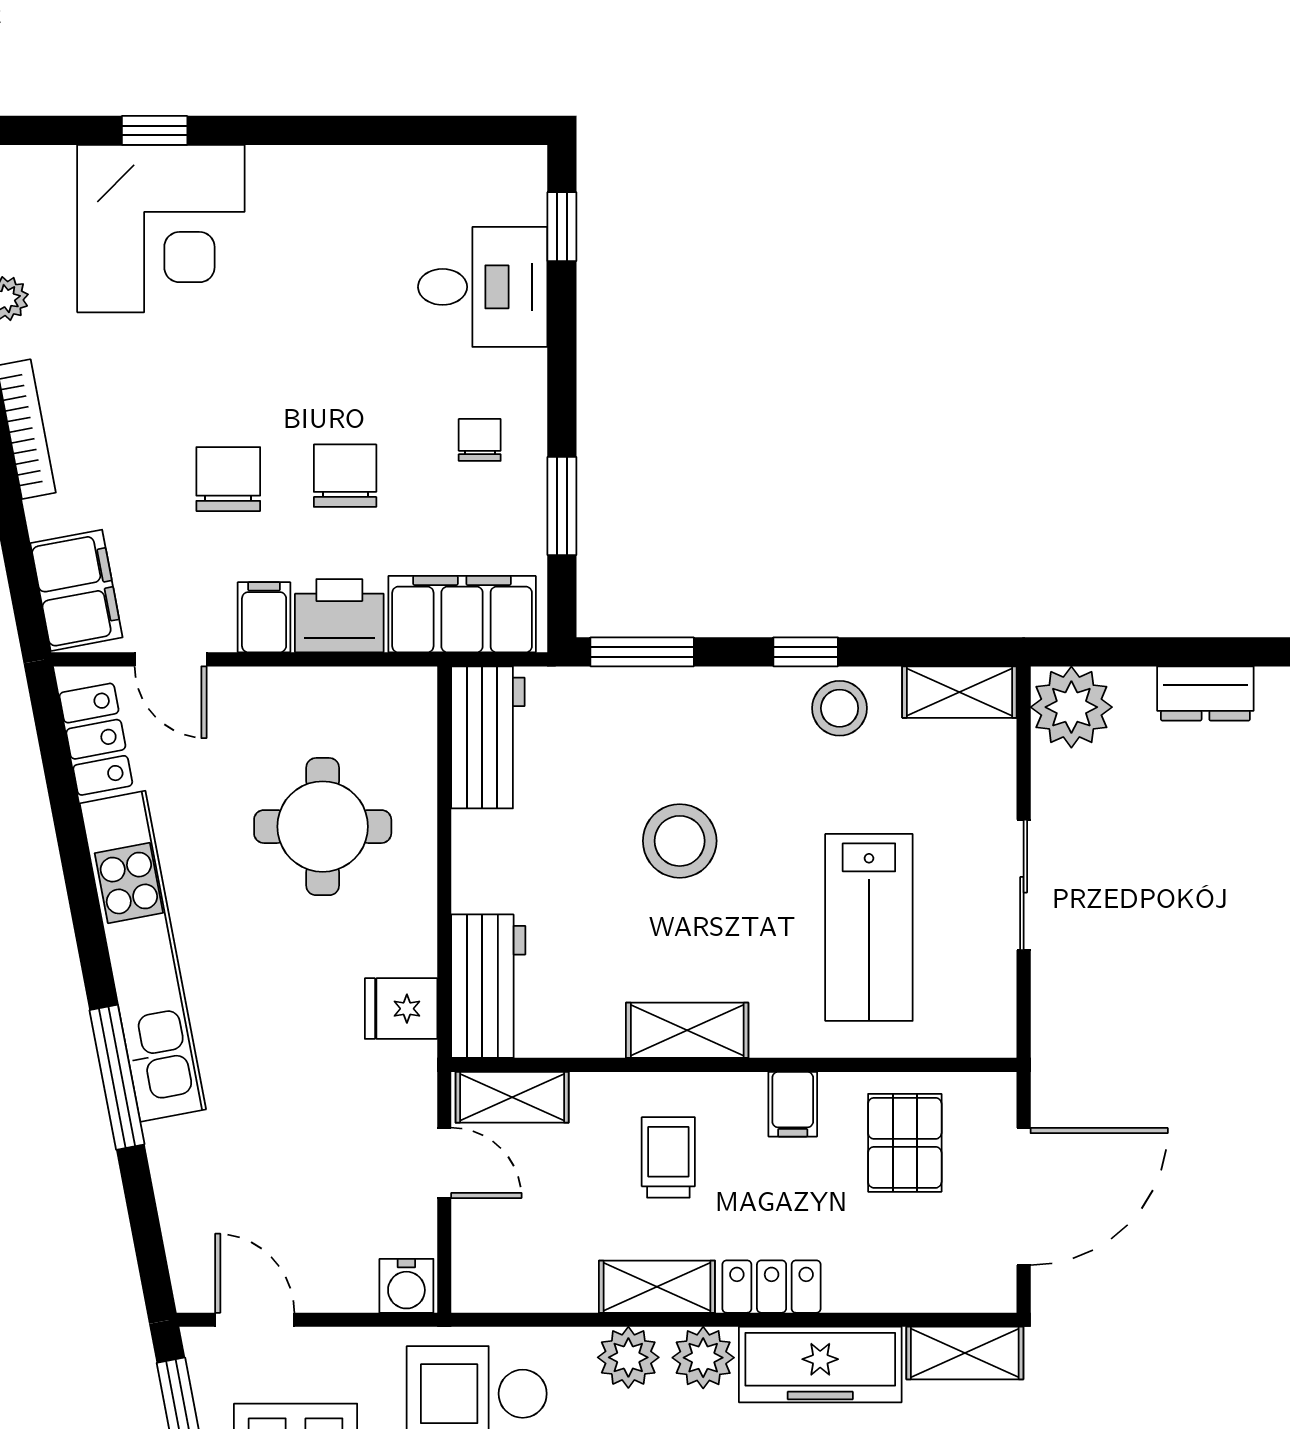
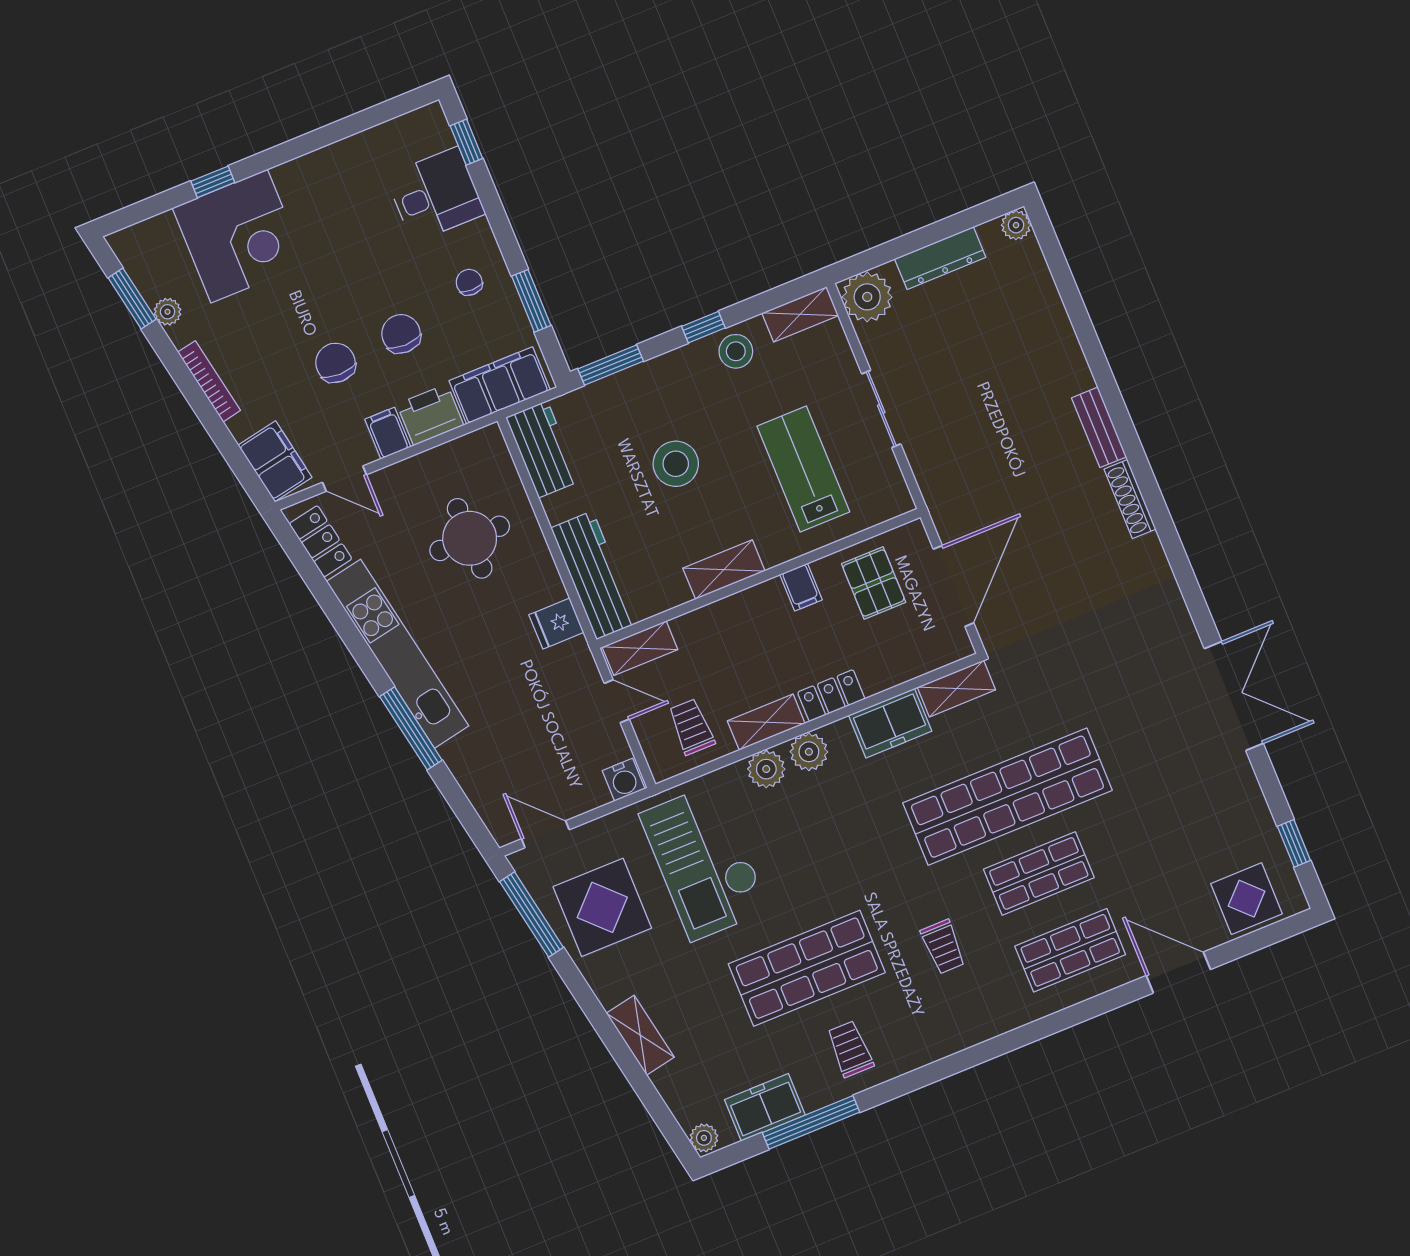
dresser: (1205, 693) -> (940, 258), width x1.44
lab bench: (869, 927) -> (803, 469), turned 180
workbench: (488, 986) -> (594, 575), width x1.38
trolley: (668, 1157) -> (691, 727), moved
freezer: (820, 1365) -> (890, 723), width x0.71

